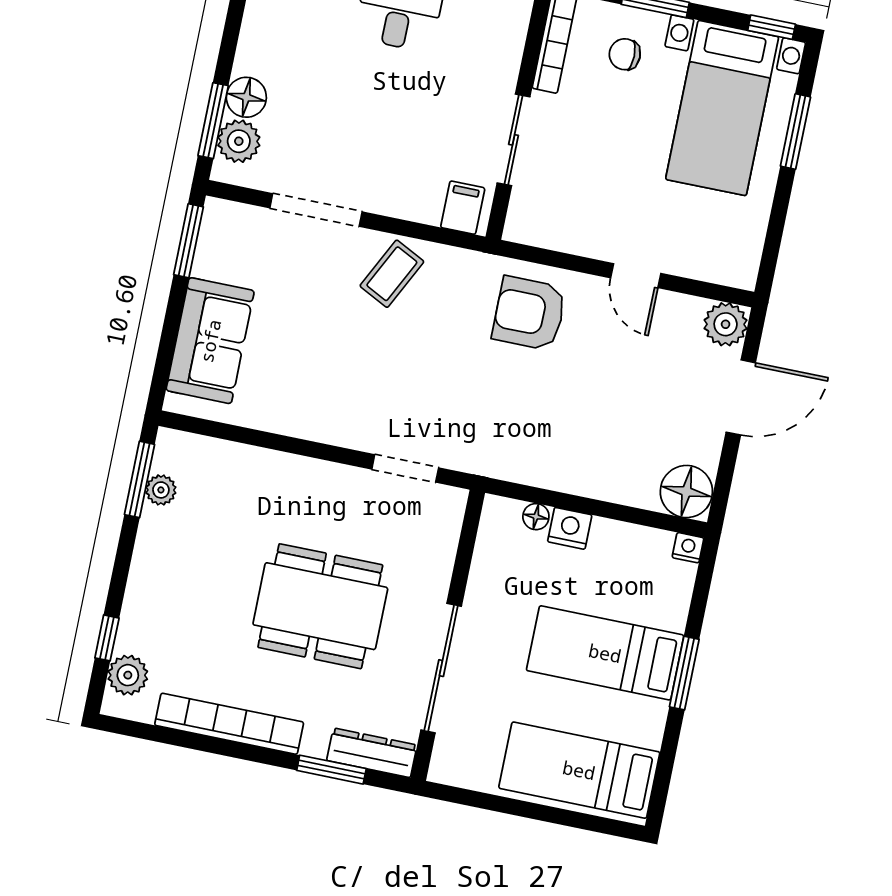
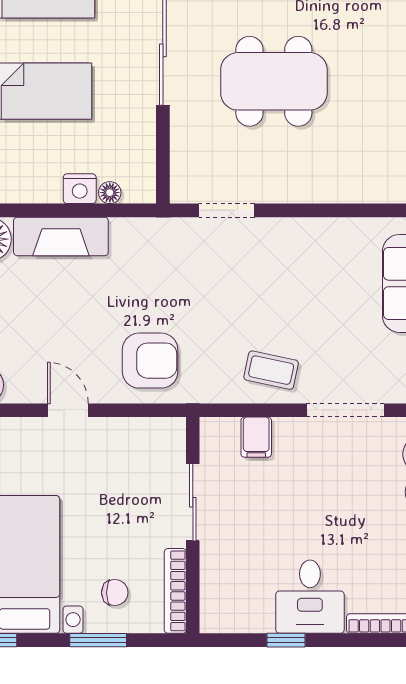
filing cabinet: (463, 208) -> (256, 437), moved
coffee table: (392, 274) -> (271, 370), turned 75
fireplace: (603, 478) -> (61, 236), added

